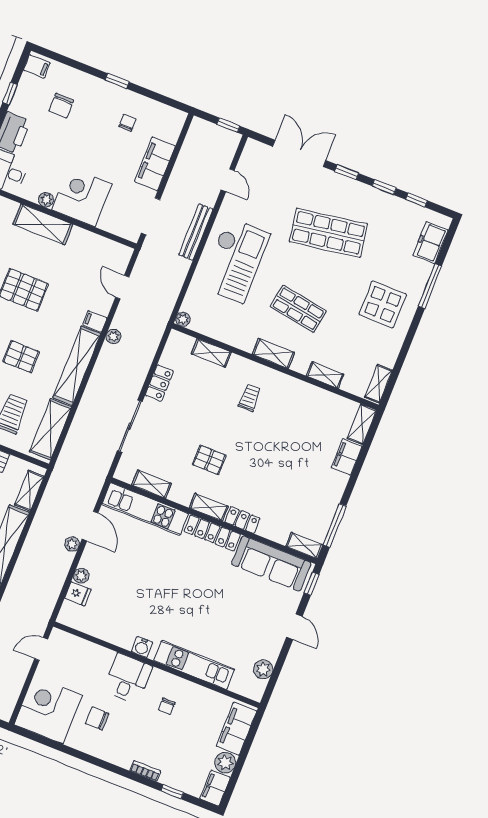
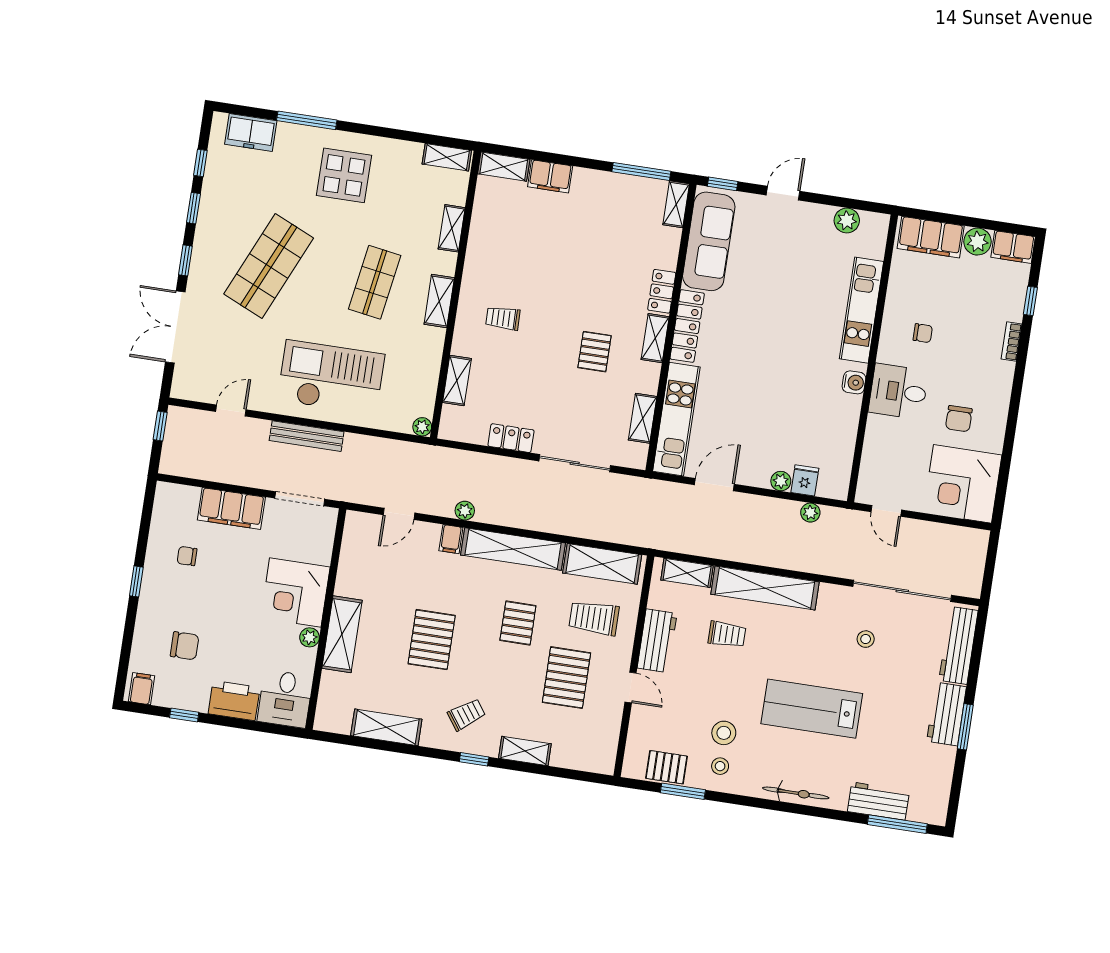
shop shelf: (328, 233) -> (269, 266), turned 33
plant: (72, 544) -> (810, 513), moved

